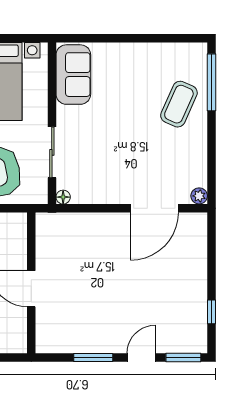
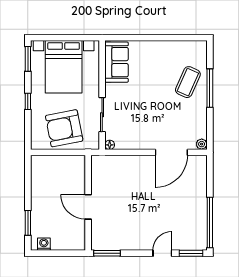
window: (211, 82) -> (210, 88), moved
window: (211, 312) -> (210, 222), width x3.17
window: (93, 357) -> (107, 253), moved

